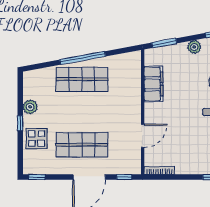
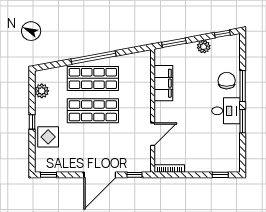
plant: (30, 107) -> (42, 91), moved
shop shelf: (82, 145) -> (93, 111), moved

